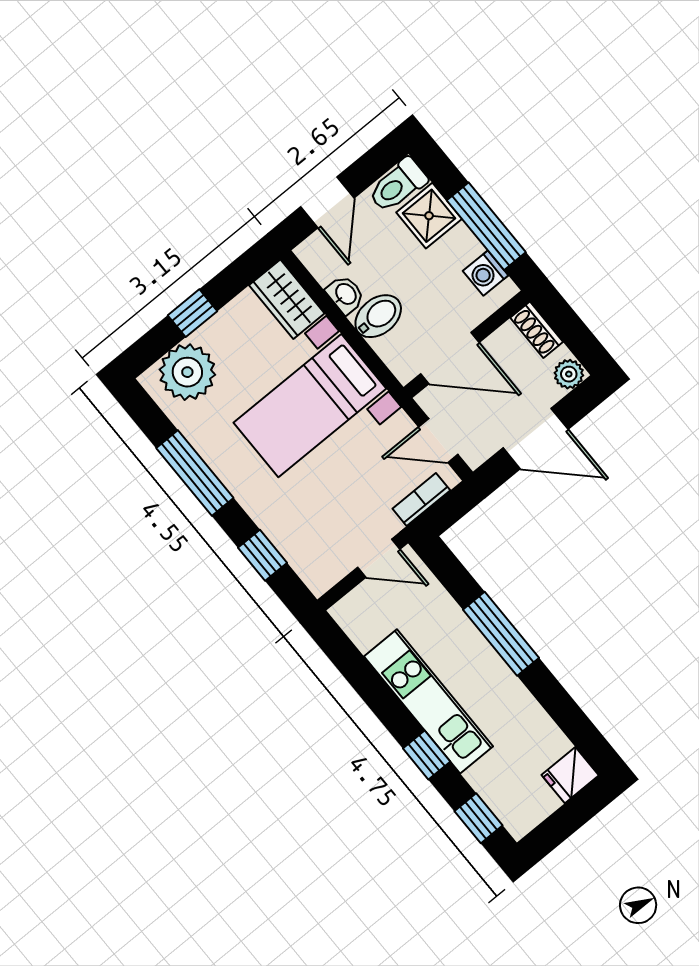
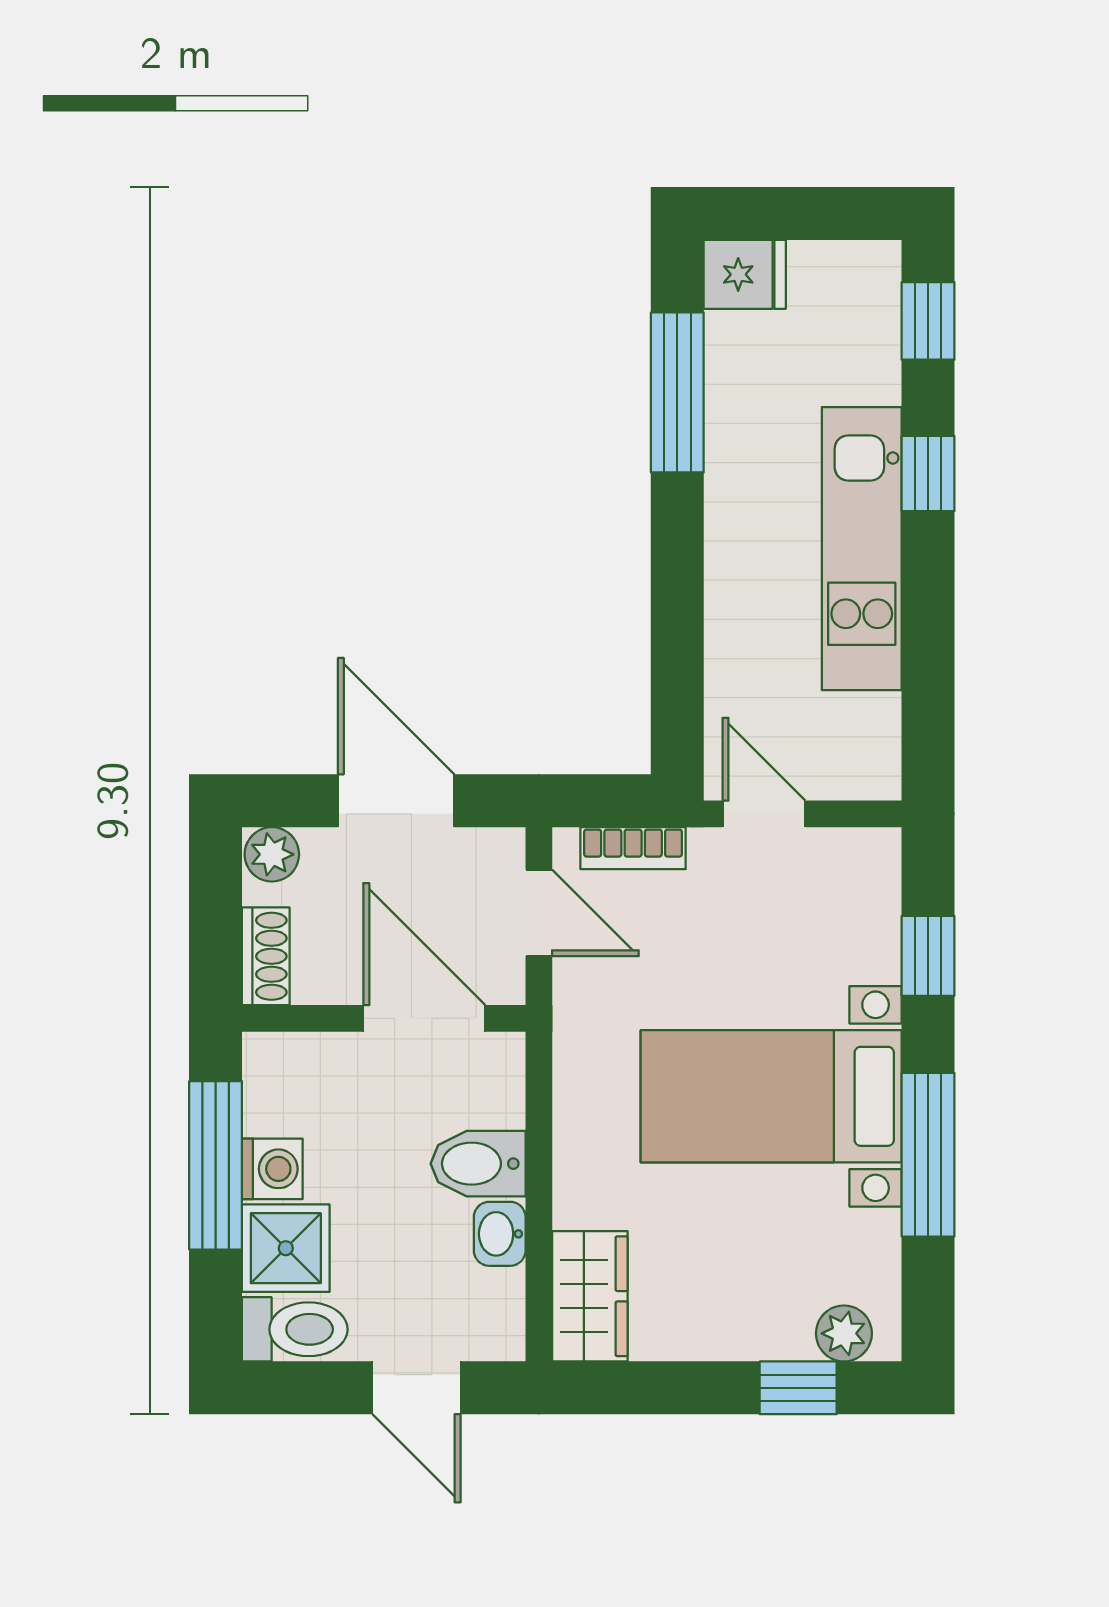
door: (327, 202) -> (416, 1388), swing flipped
washing machine: (486, 273) -> (272, 1169), moved
window: (193, 313) -> (798, 1388), moved
plant: (187, 372) -> (844, 1333), width x0.53, depth x0.53
bed with nightstands: (310, 406) -> (771, 1096), moved, turned 180
window: (501, 634) -> (677, 392), moved

